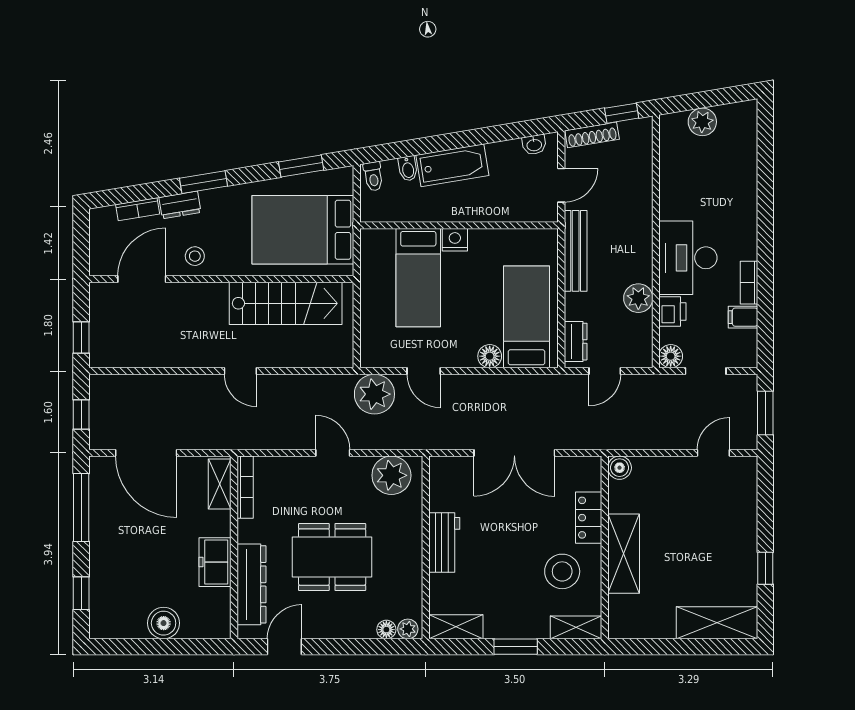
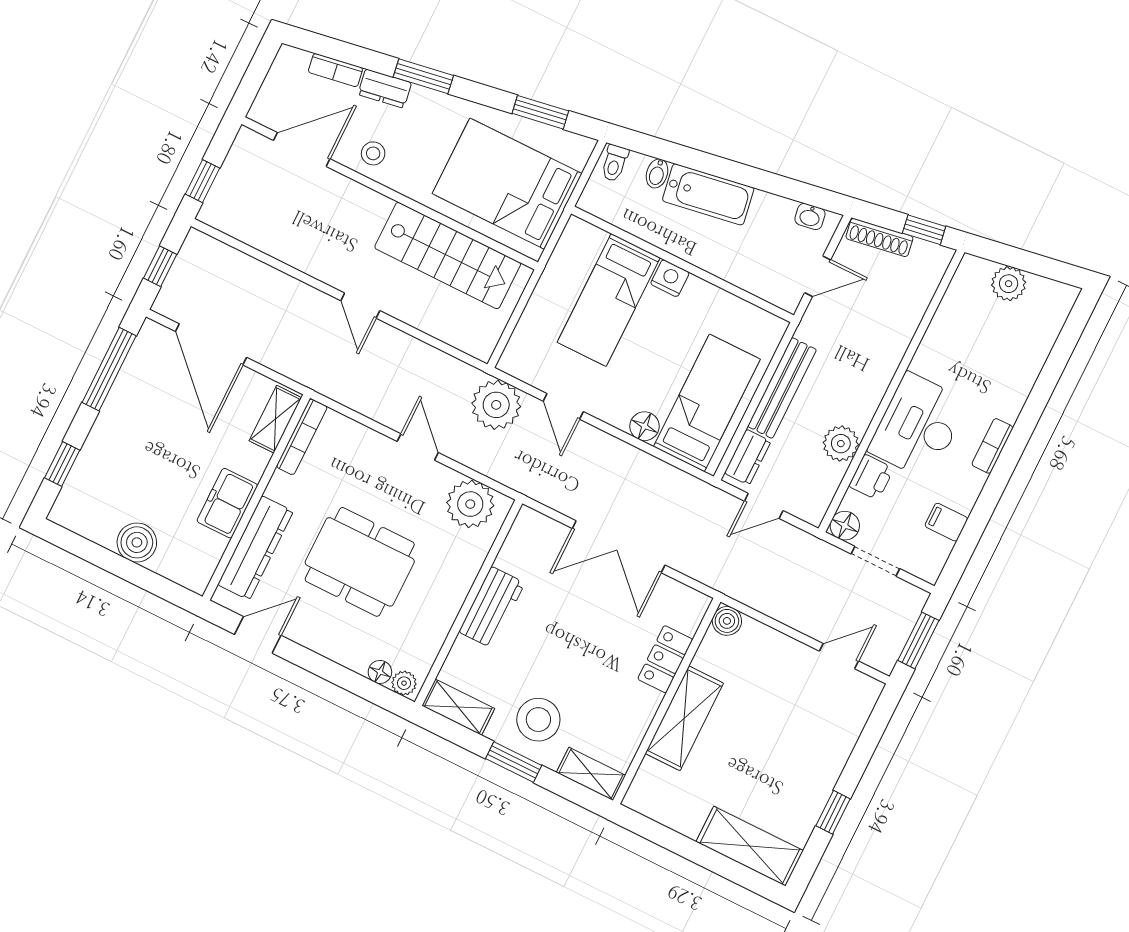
bench: (576, 251) -> (782, 388), moved
bookcase: (749, 283) -> (992, 446), moved
stool: (562, 571) -> (538, 720), moved

